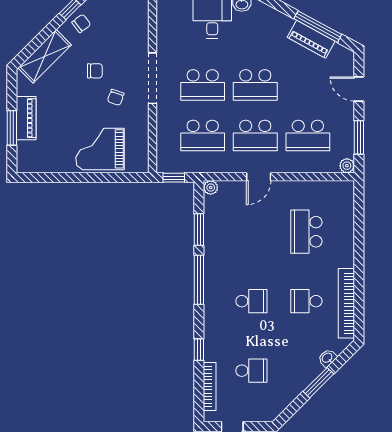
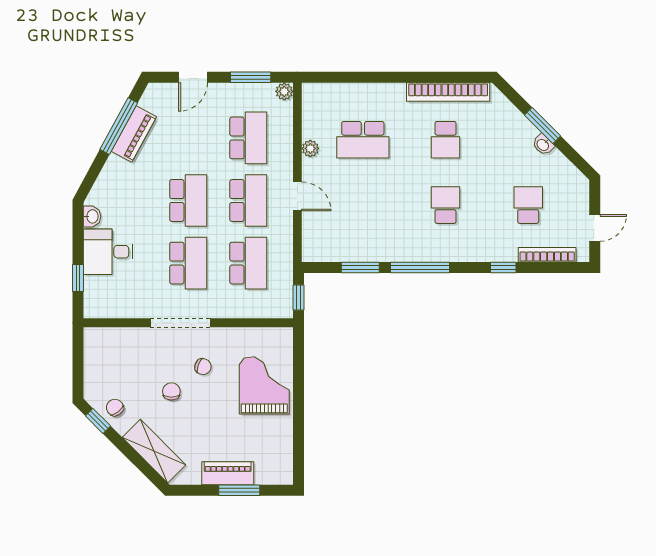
grand piano: (100, 149) -> (264, 385), turned 180
plant: (211, 188) -> (310, 148), moved
washbasin: (327, 358) -> (543, 145), moved

